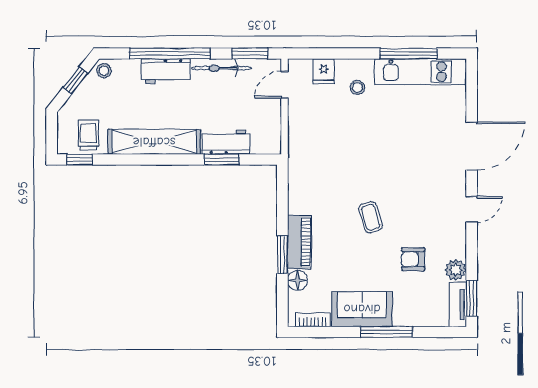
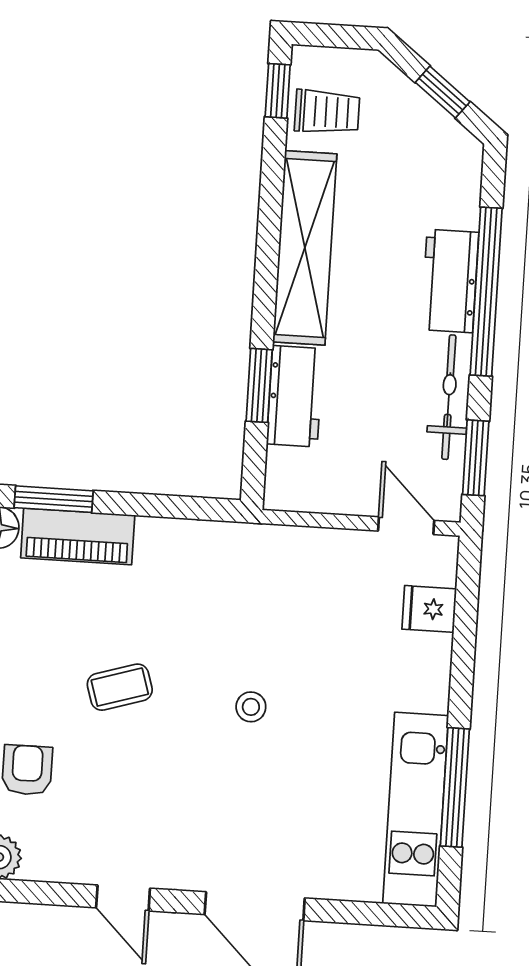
stool: (104, 71) -> (459, 153), removed
stool: (357, 87) -> (251, 707), moved

